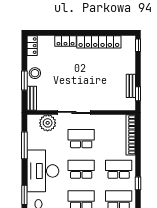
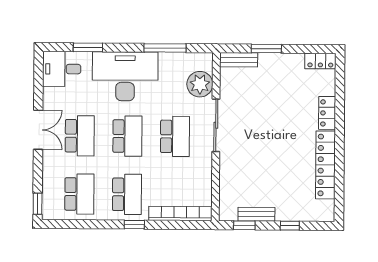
window: (138, 45) -> (290, 226), moved
stool: (35, 73) -> (278, 65), removed
window: (138, 183) -> (134, 225), moved

